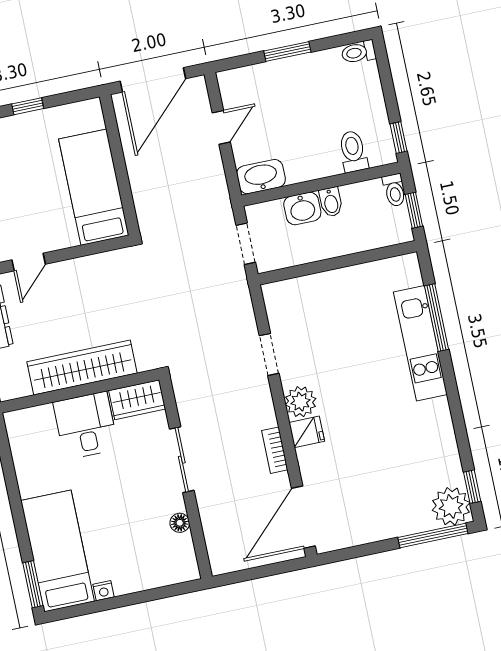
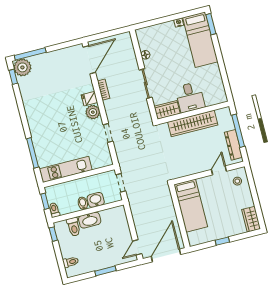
toilet: (358, 52) -> (71, 262), moved
door: (221, 127) -> (137, 247), moved
washbasin: (261, 177) -> (90, 220), moved
kitchen unit: (420, 343) -> (66, 169), moved, turned -90

